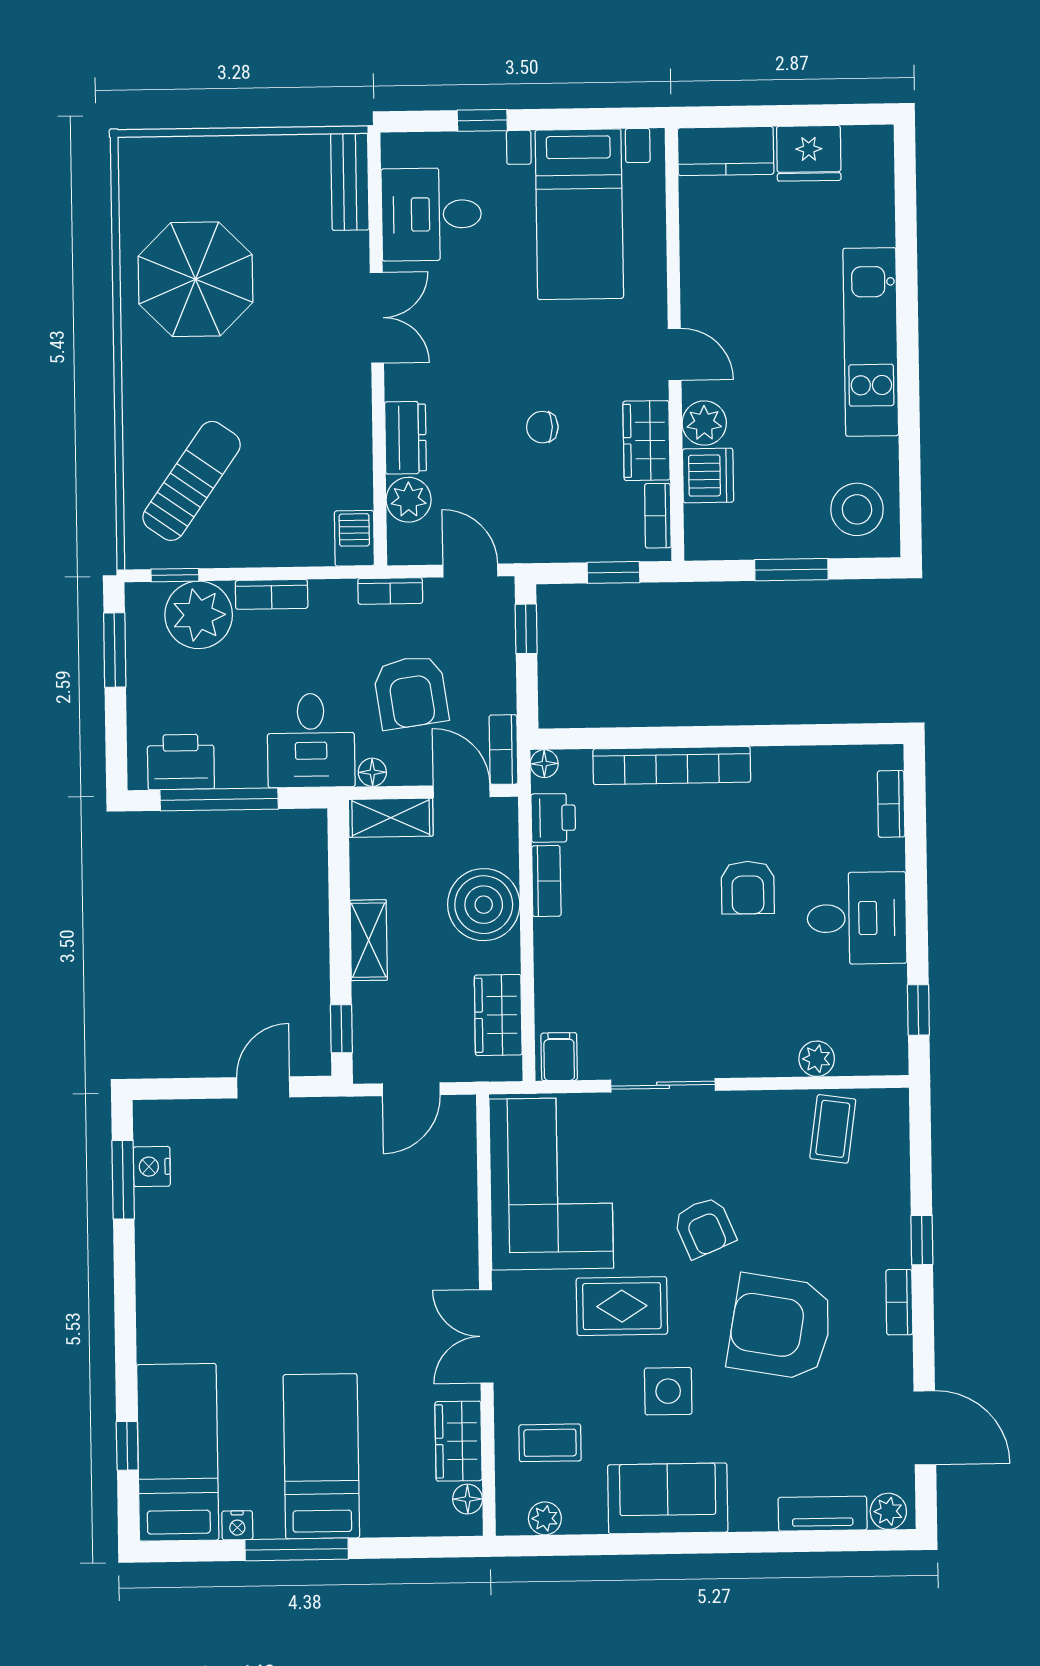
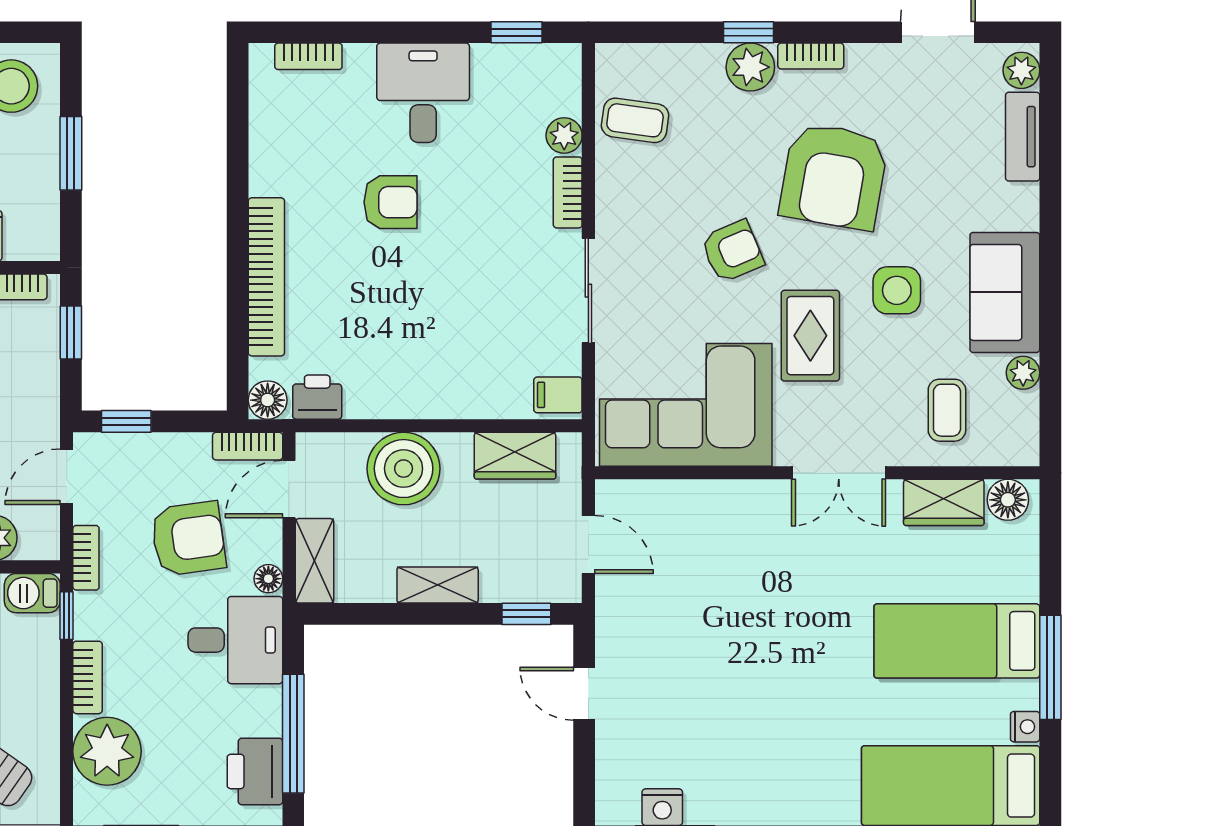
window: (175, 575) -> (67, 616), moved
floor lamp: (544, 764) -> (268, 400), width x1.37, depth x1.37
bookcase: (546, 881) -> (568, 192), moved, turned -90
plant: (887, 1242) -> (750, 67), added
floor lamp: (468, 1499) -> (1008, 500), width x1.37, depth x1.37
plant: (545, 1518) -> (1023, 373), moved

